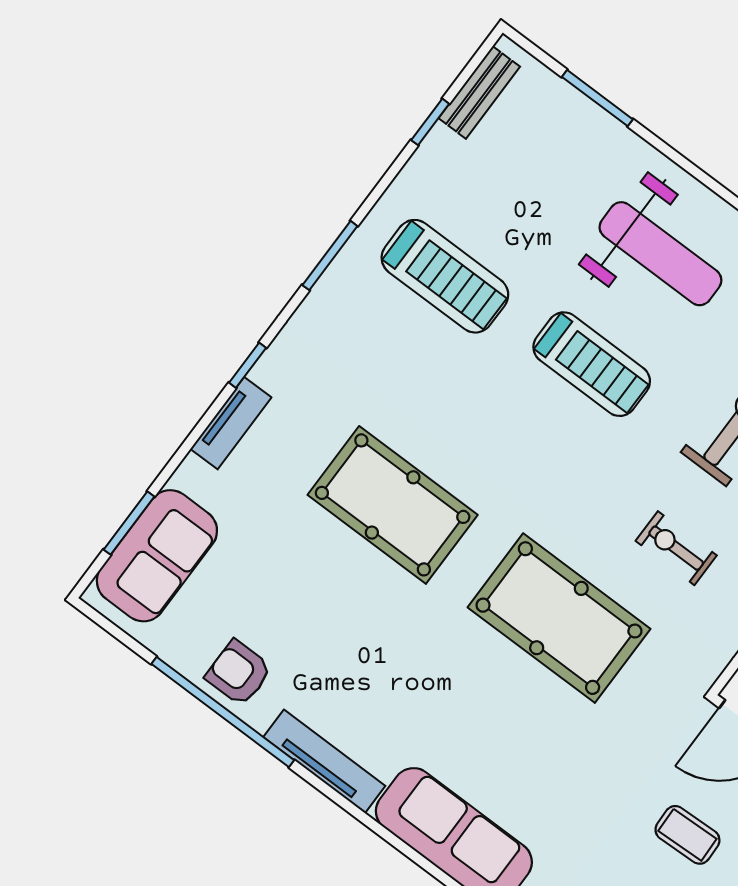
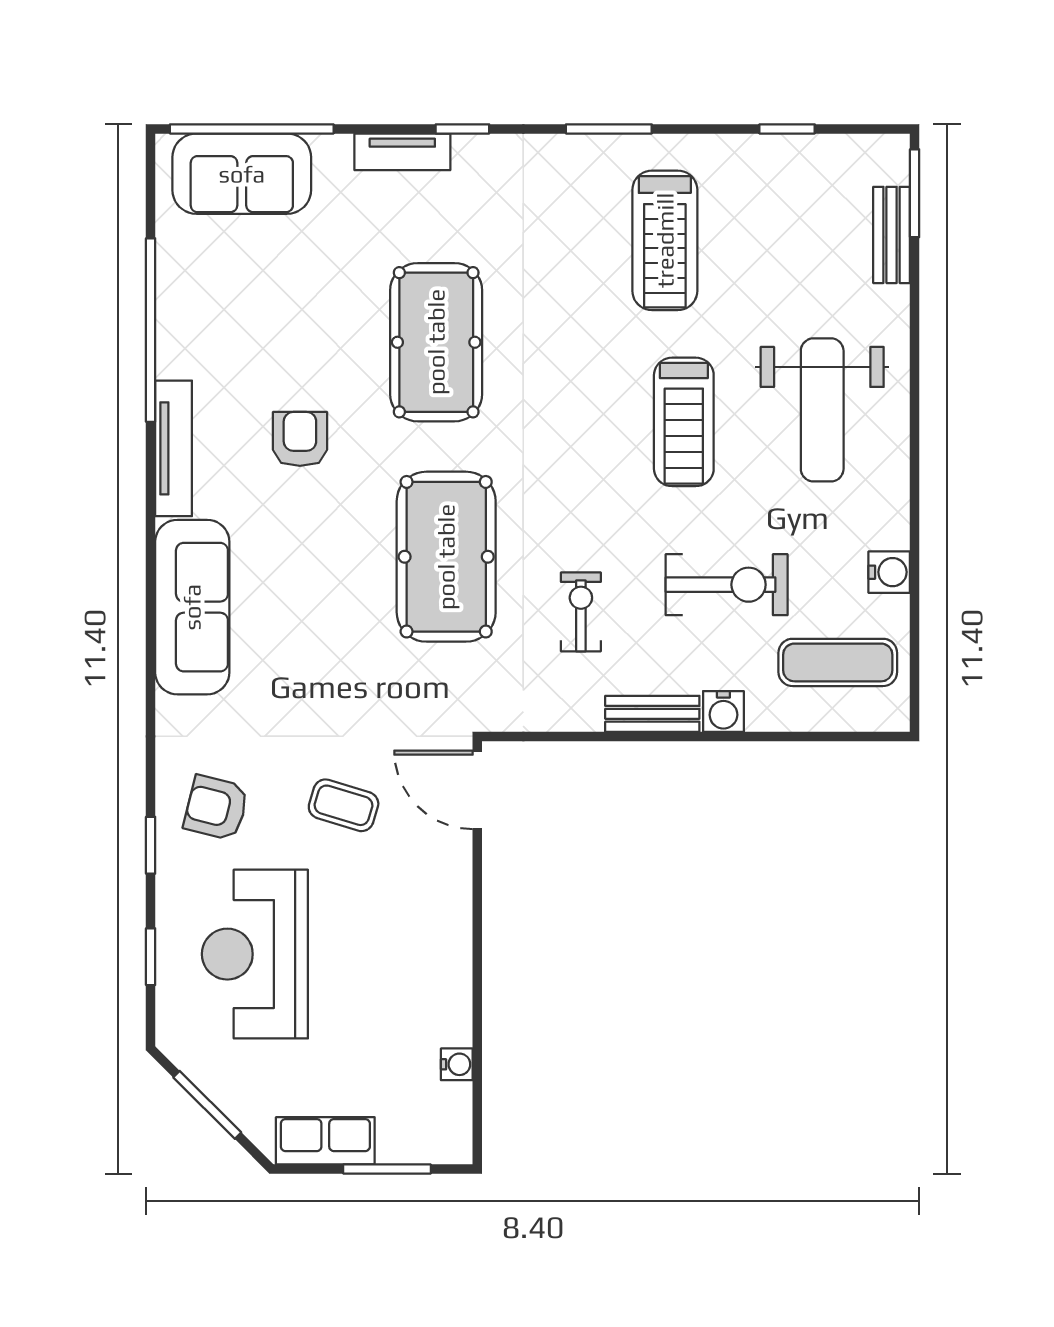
bench: (479, 92) -> (892, 235), moved, turned 90
window: (597, 98) -> (915, 193), moved
window: (129, 523) -> (252, 129), width x2.11
armchair: (239, 673) -> (300, 439), moved
coffee table: (687, 835) -> (344, 805), turned -71

